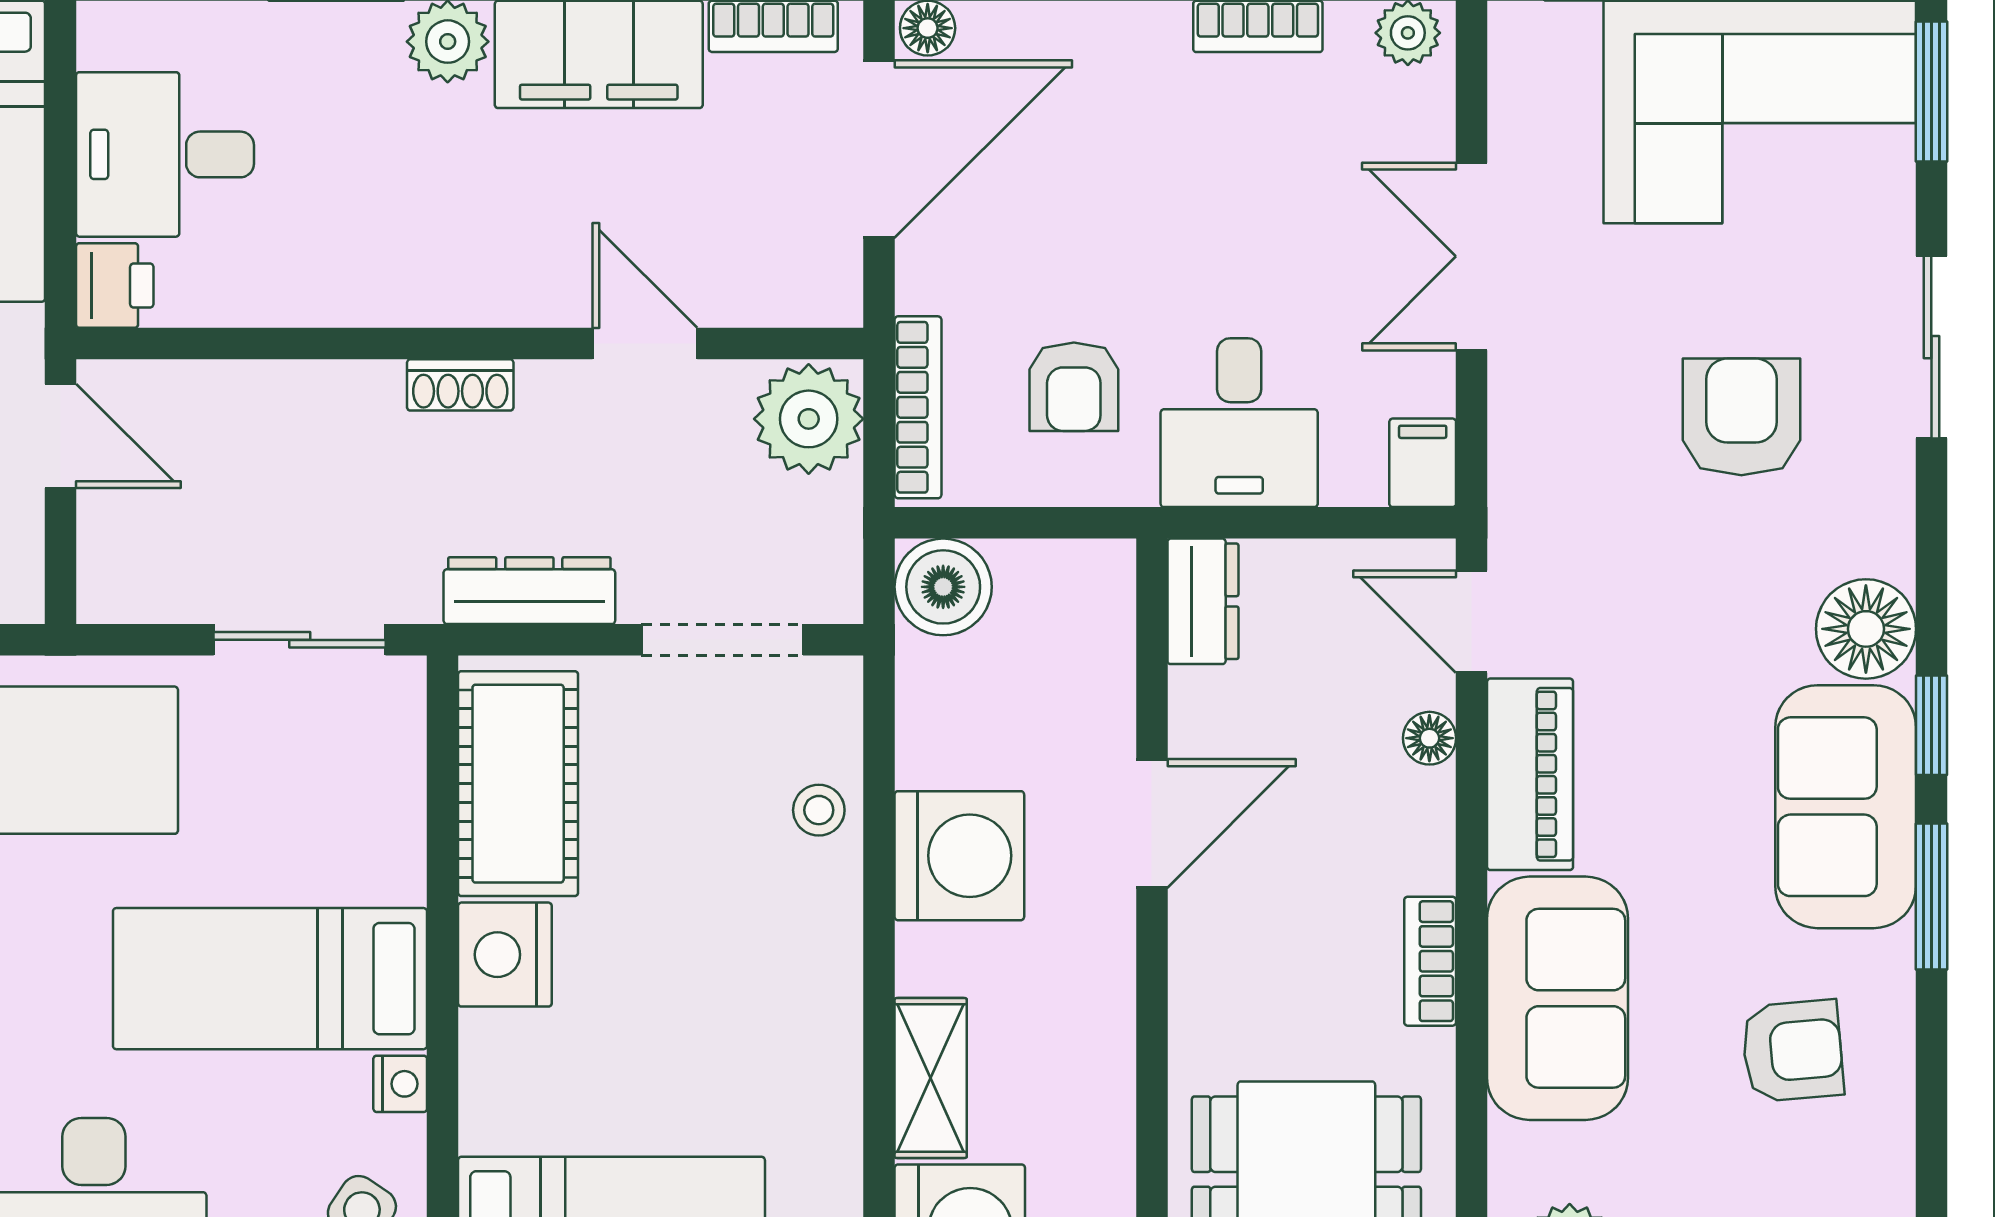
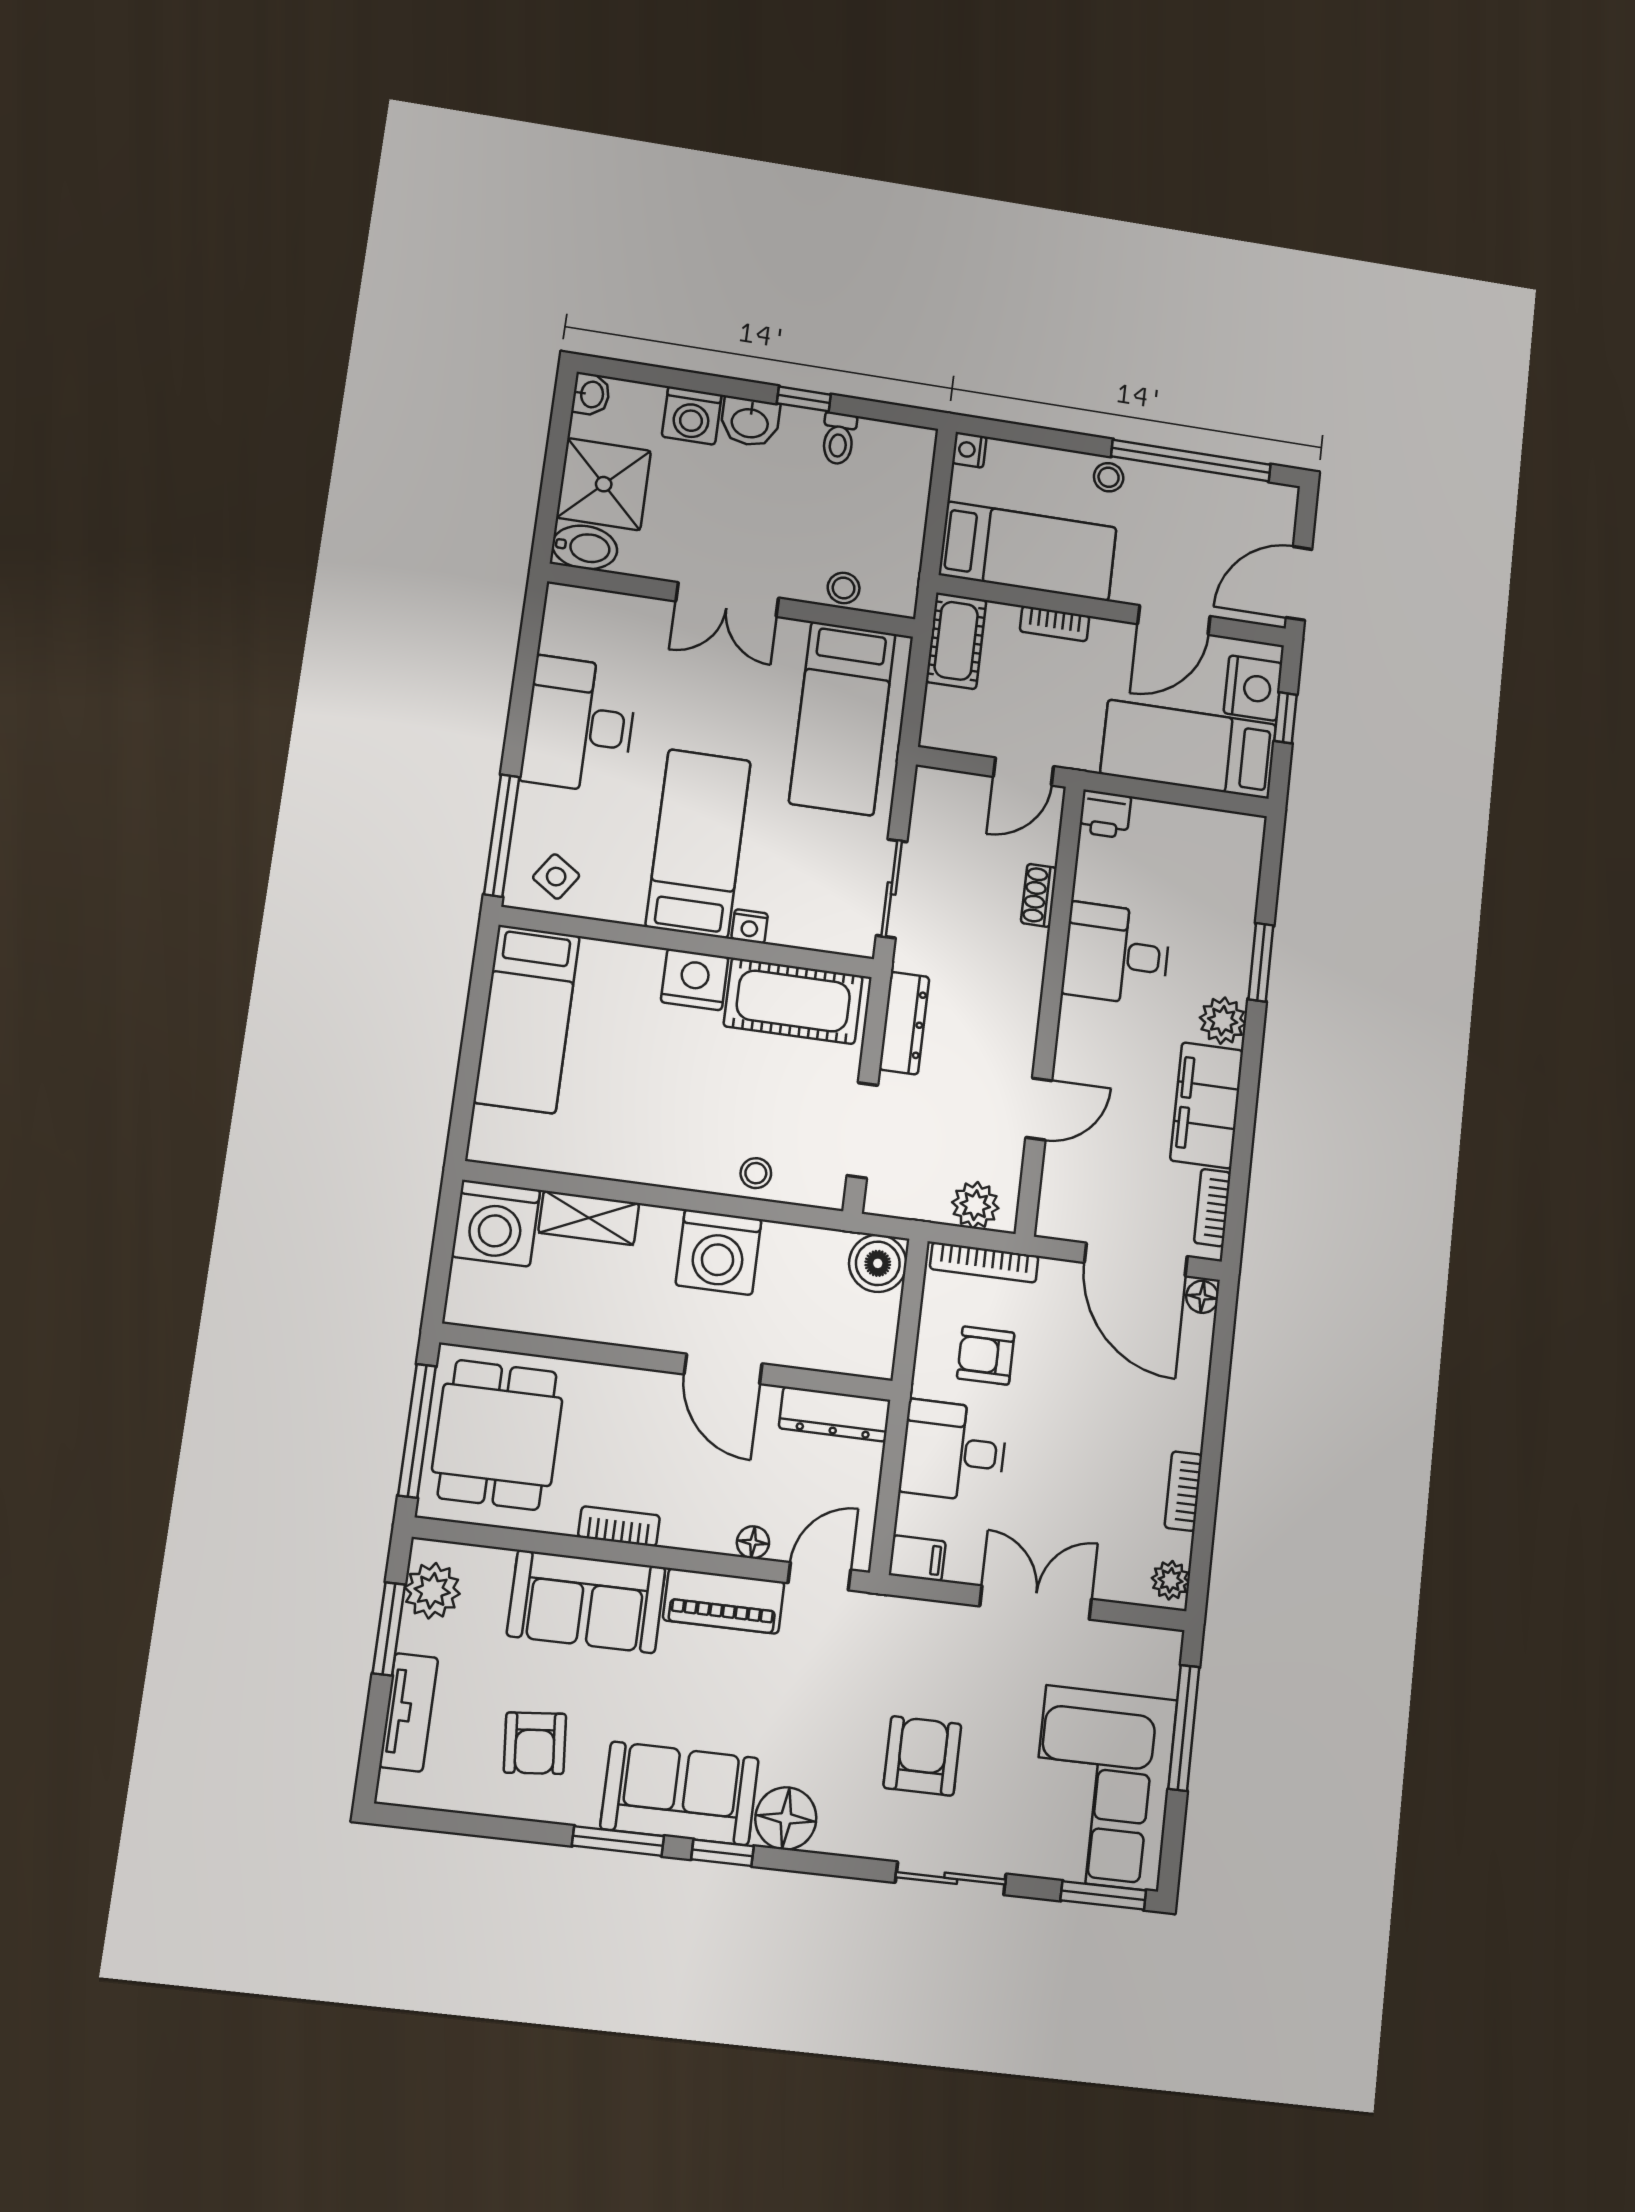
desk: (165, 154) -> (1116, 954), moved, turned -90
shoe rack: (460, 385) -> (1039, 895), moved
armchair: (1741, 417) -> (922, 1756), turned -90
plant: (809, 419) -> (975, 1205), width x0.73, depth x0.73
dresser: (1203, 601) -> (835, 1414), width x1.44
nightstand: (400, 1084) -> (750, 926), moved

